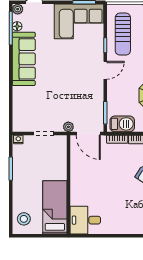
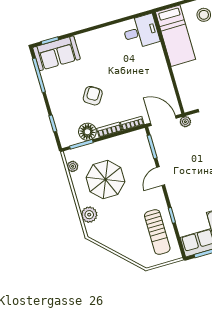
sun lounger: (123, 34) -> (157, 232), turned 180
door: (105, 70) -> (161, 176), moved
barbecue: (122, 124) -> (131, 140), removed

